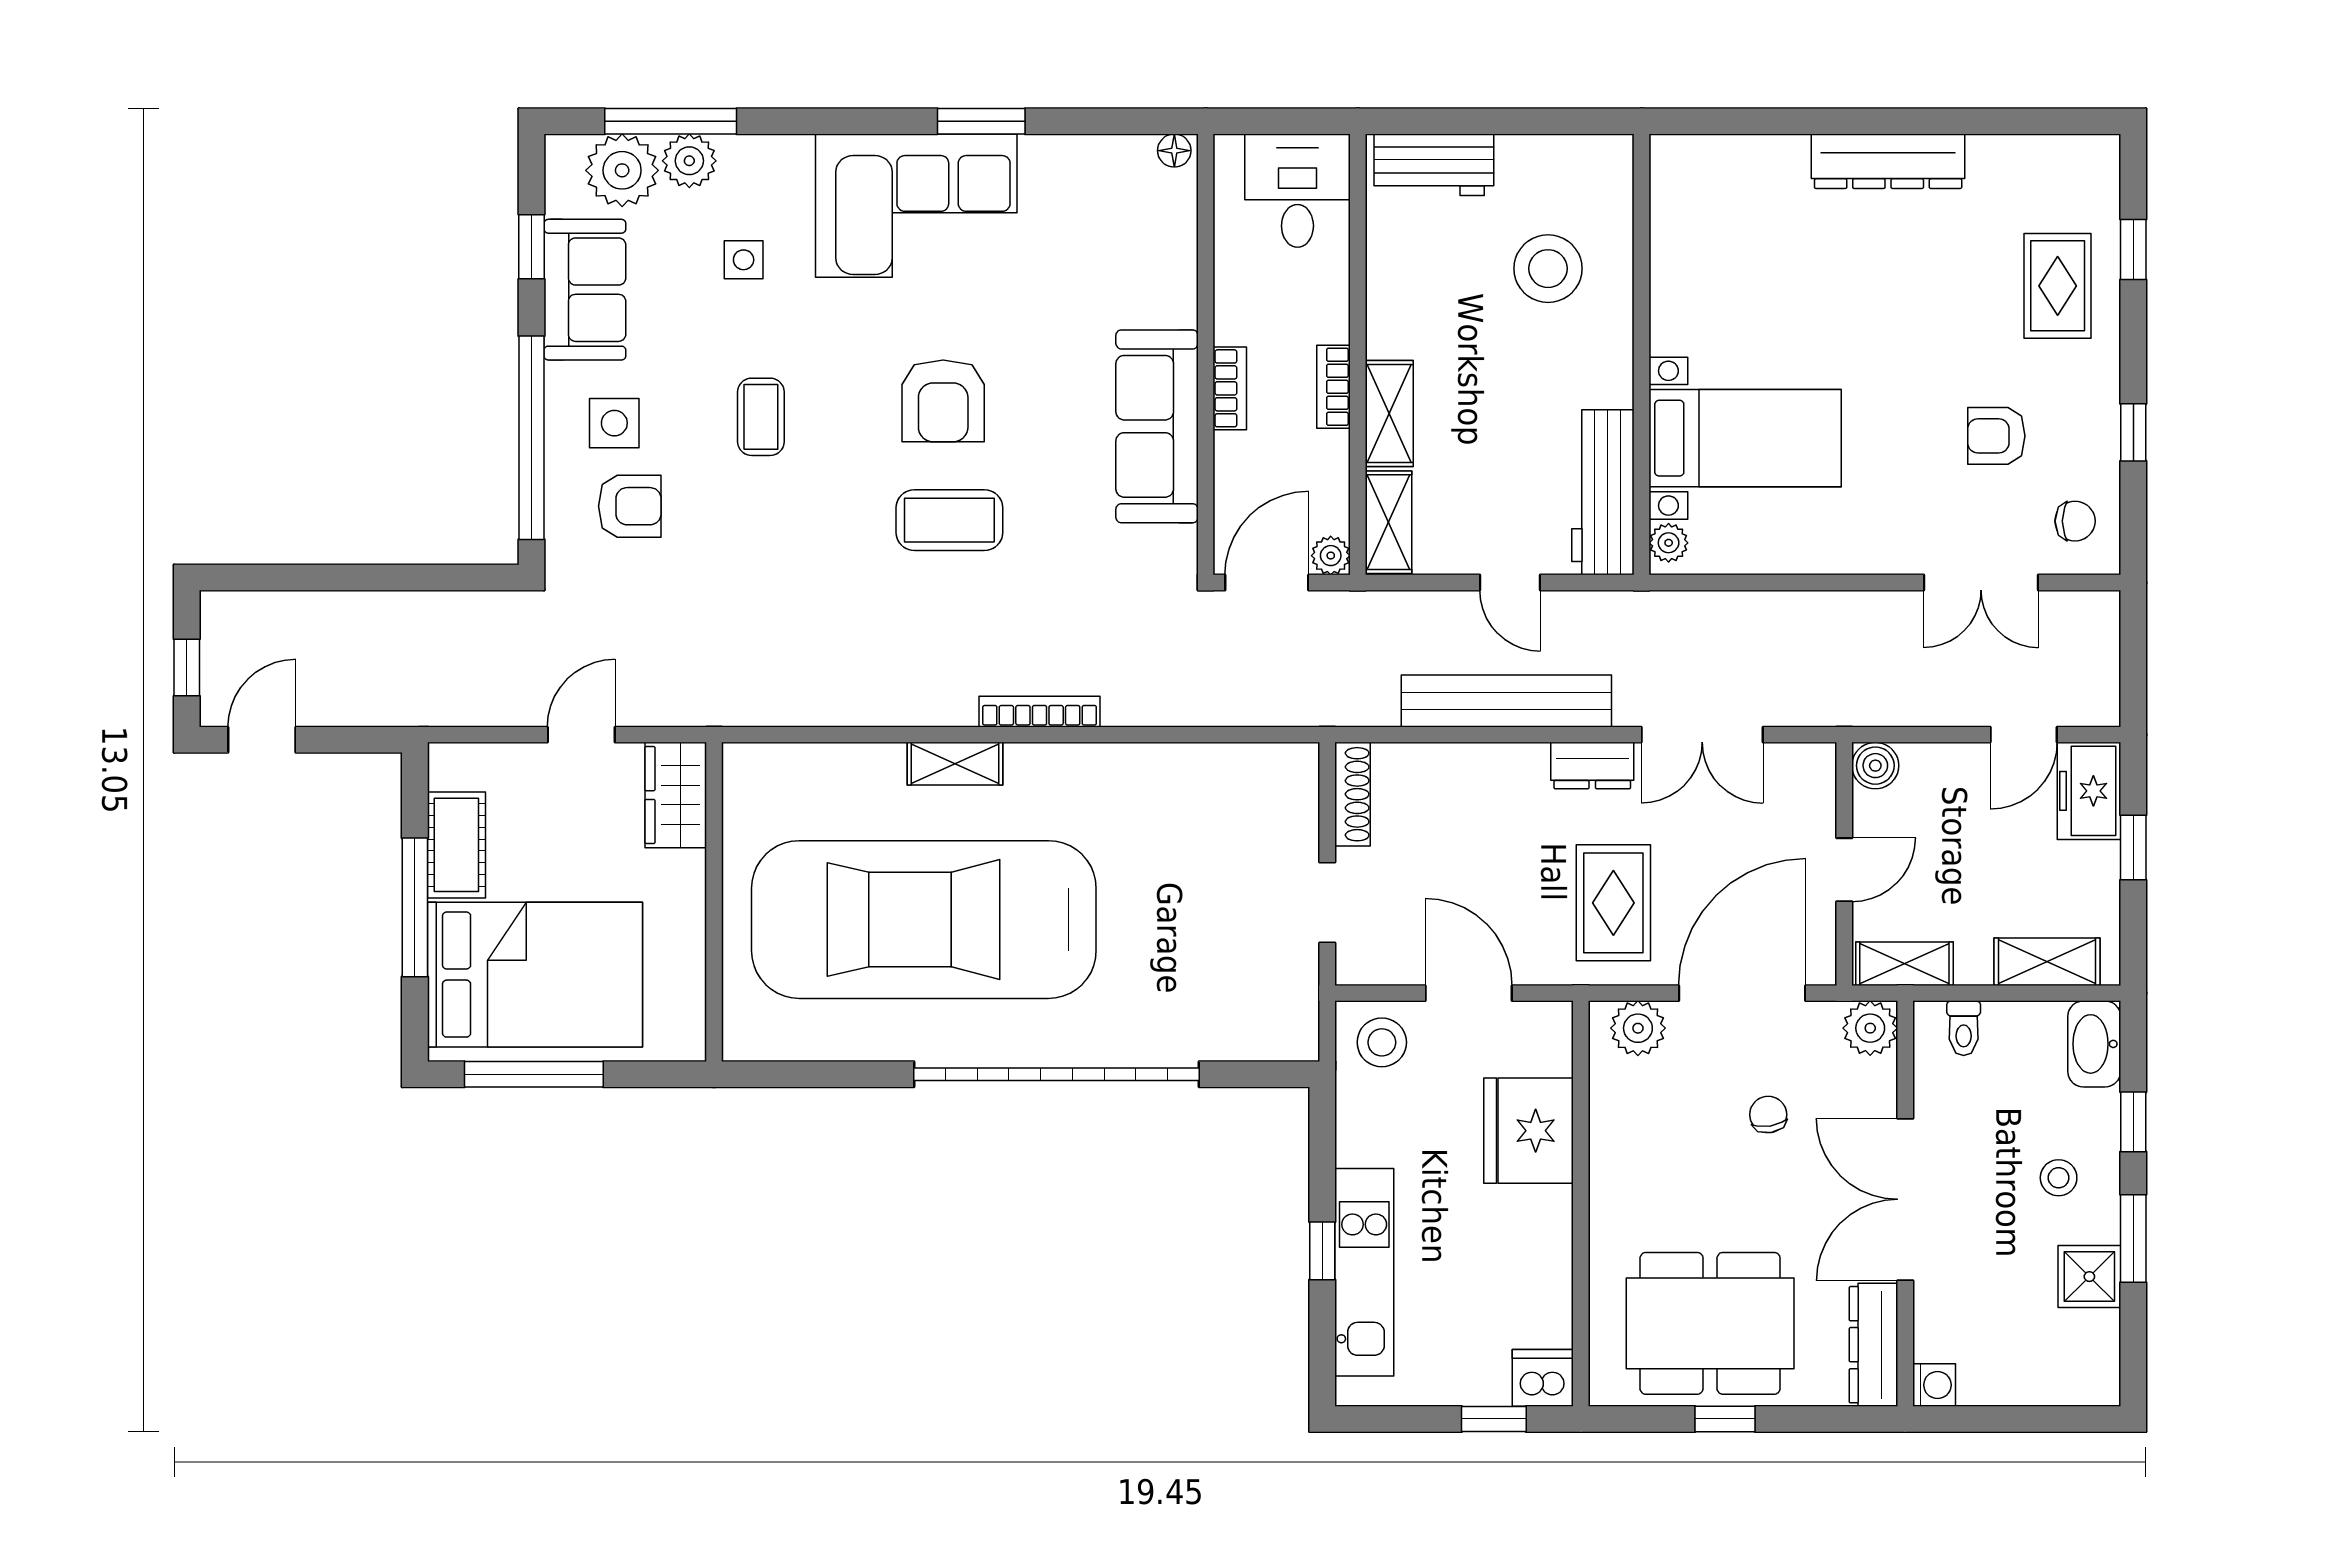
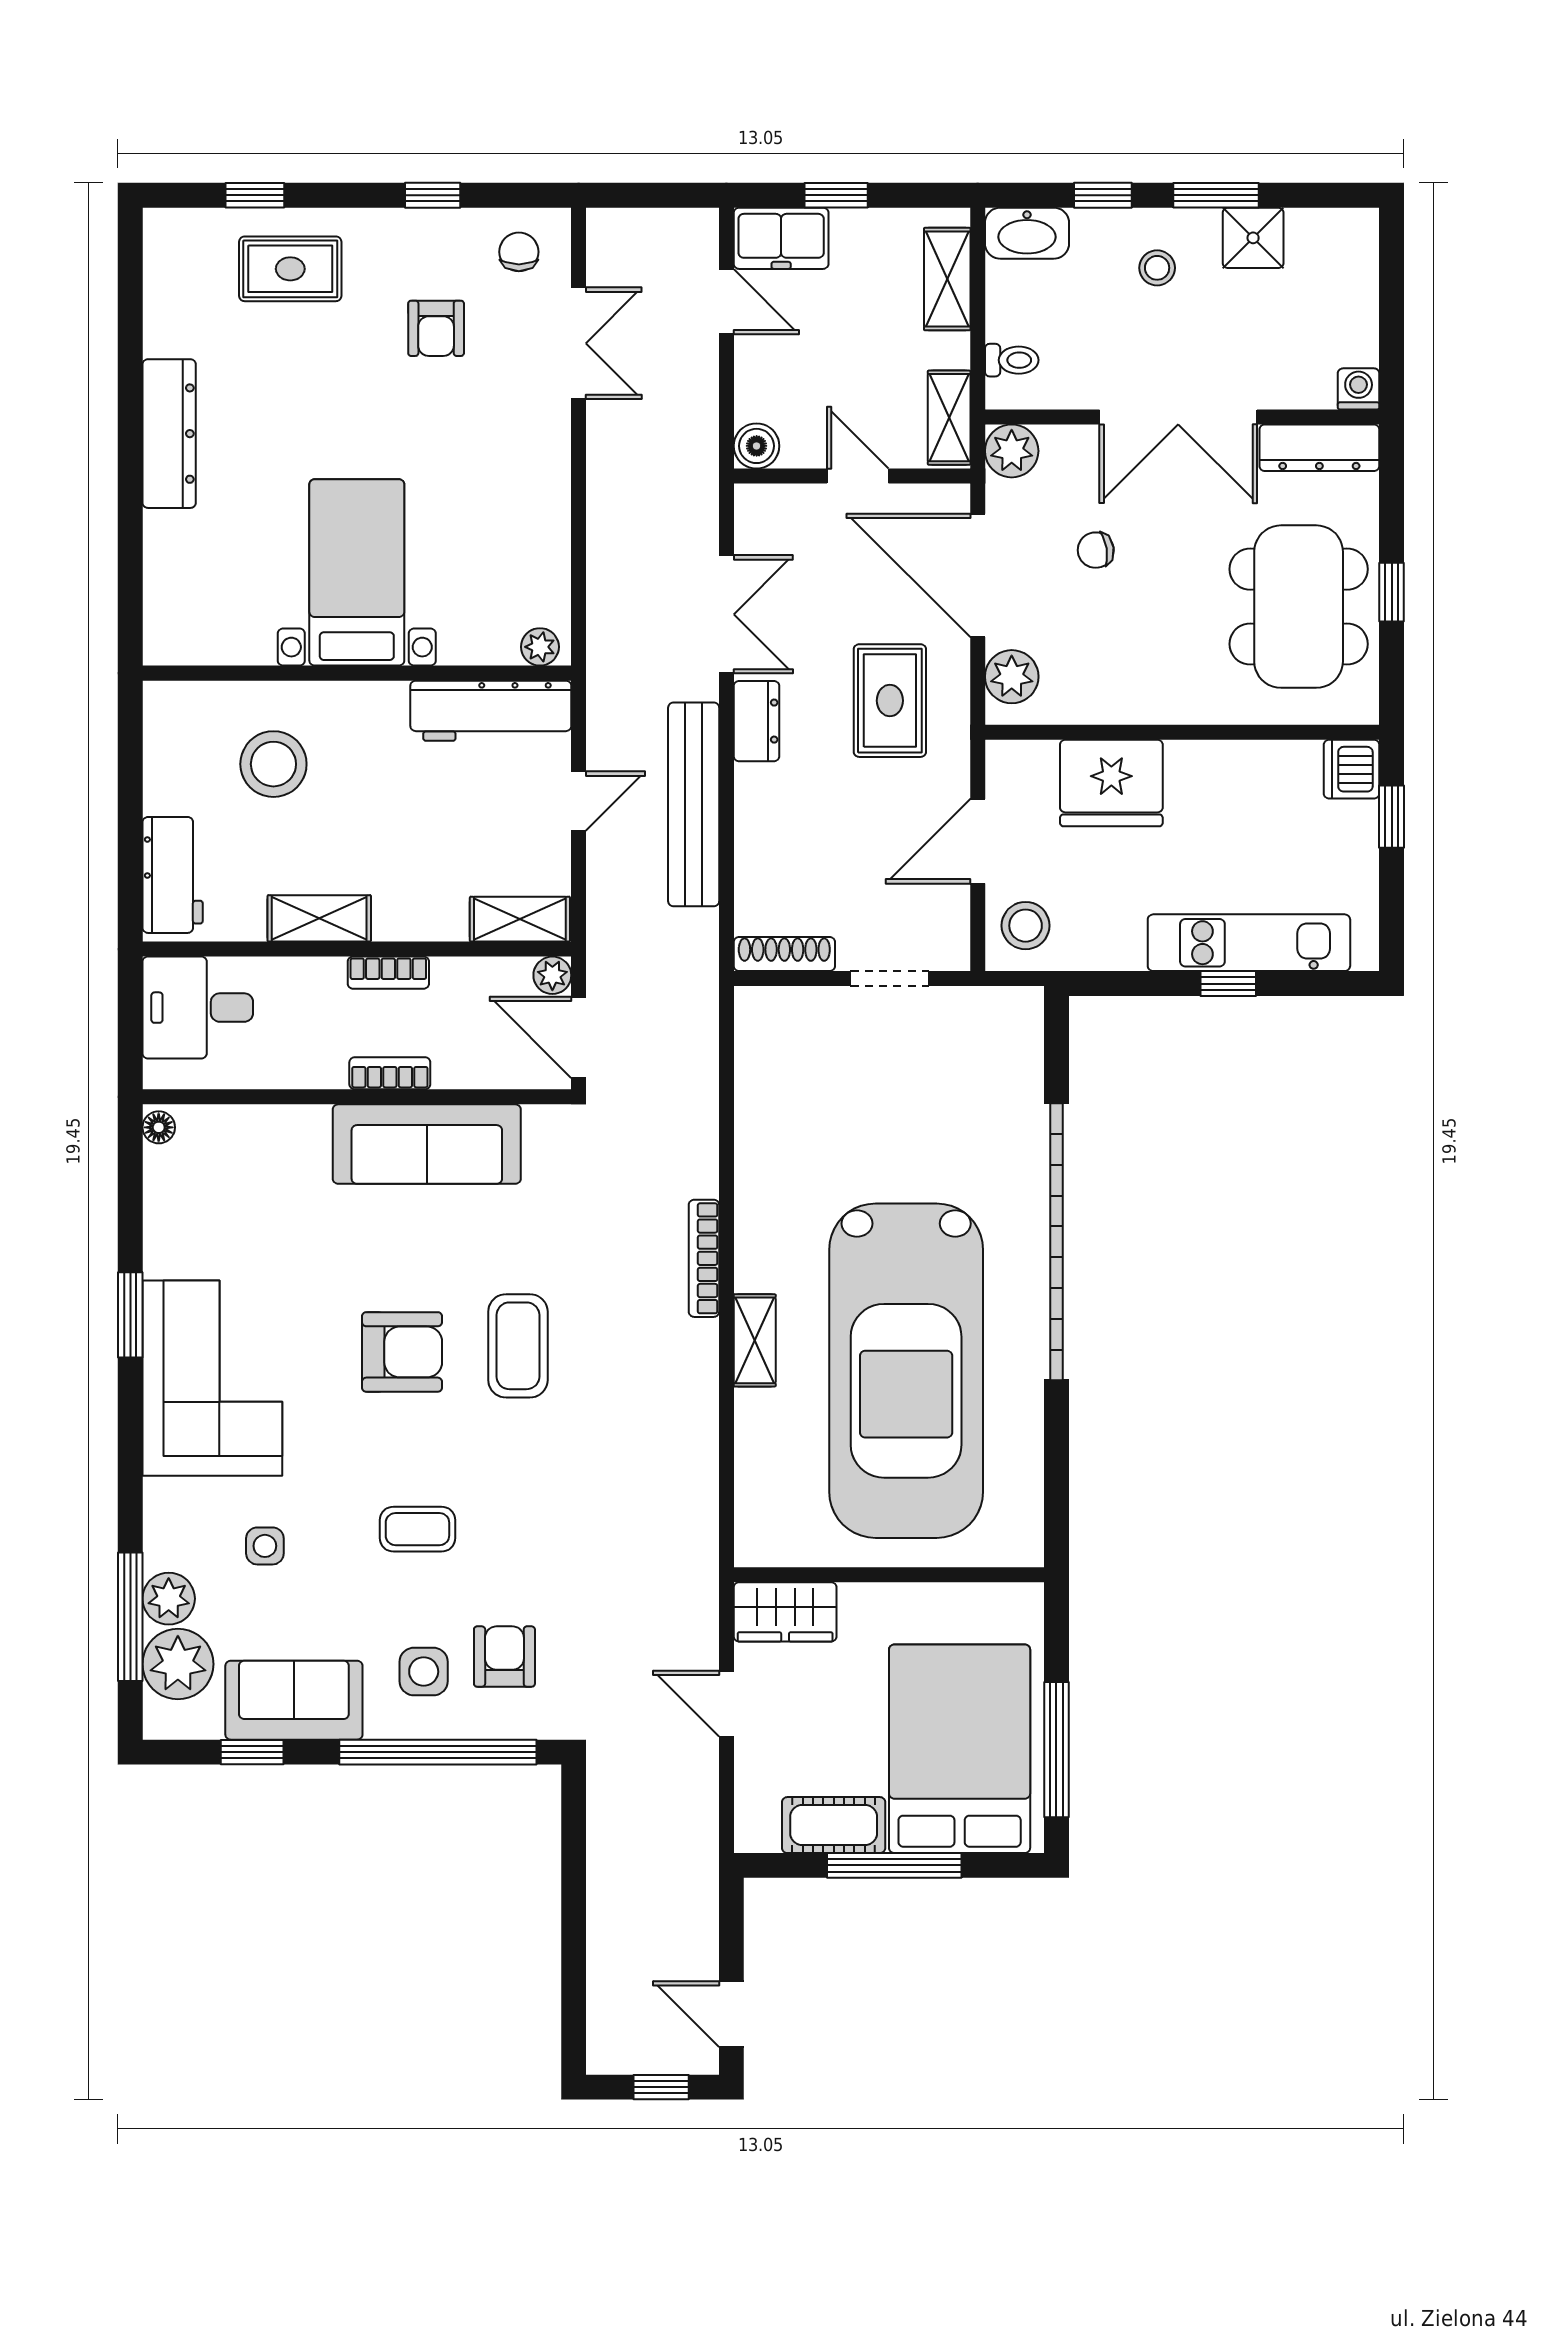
shelving: (1389, 414) -> (319, 918), moved
bed with nightstands: (1745, 438) -> (357, 572), moved
rug: (1613, 903) -> (890, 701), turned 90

